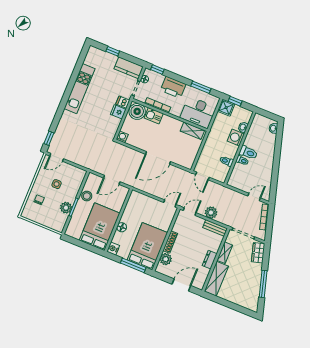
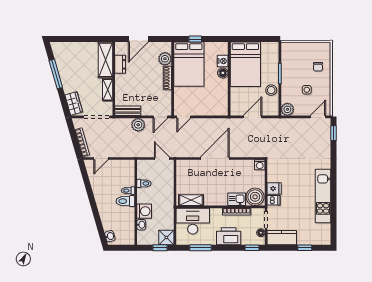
plant: (66, 208) -> (287, 109), moved
nightstand: (113, 249) -> (223, 61), moved
dresser: (210, 260) -> (120, 64), moved
window: (133, 265) -> (195, 39), width x0.46

